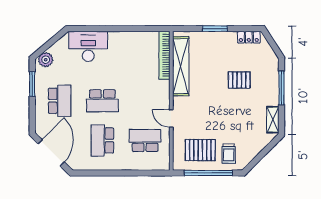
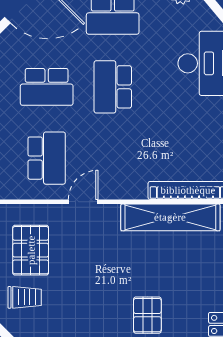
school desk: (102, 140) -> (47, 87), turned 180
trolley: (229, 154) -> (25, 297), turned 180

